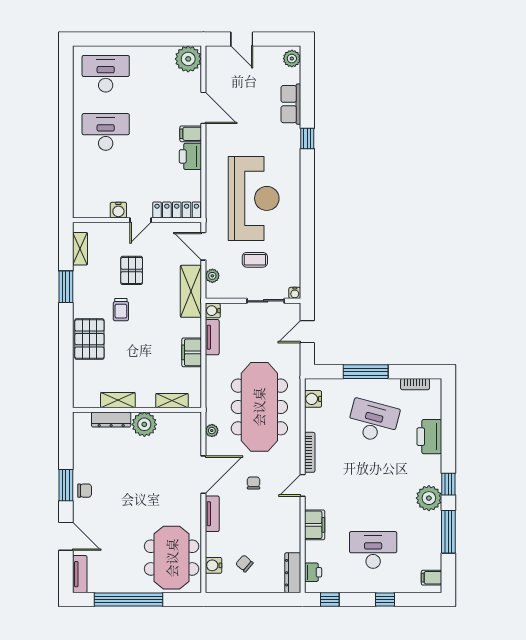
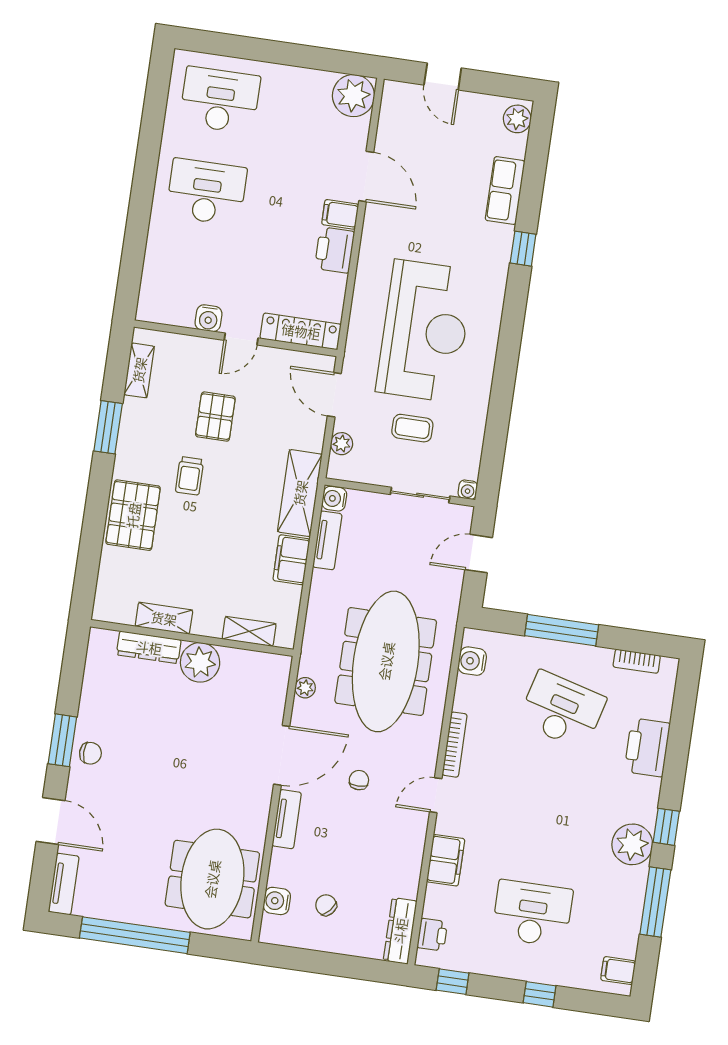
shelving: (191, 291) -> (300, 493), moved

